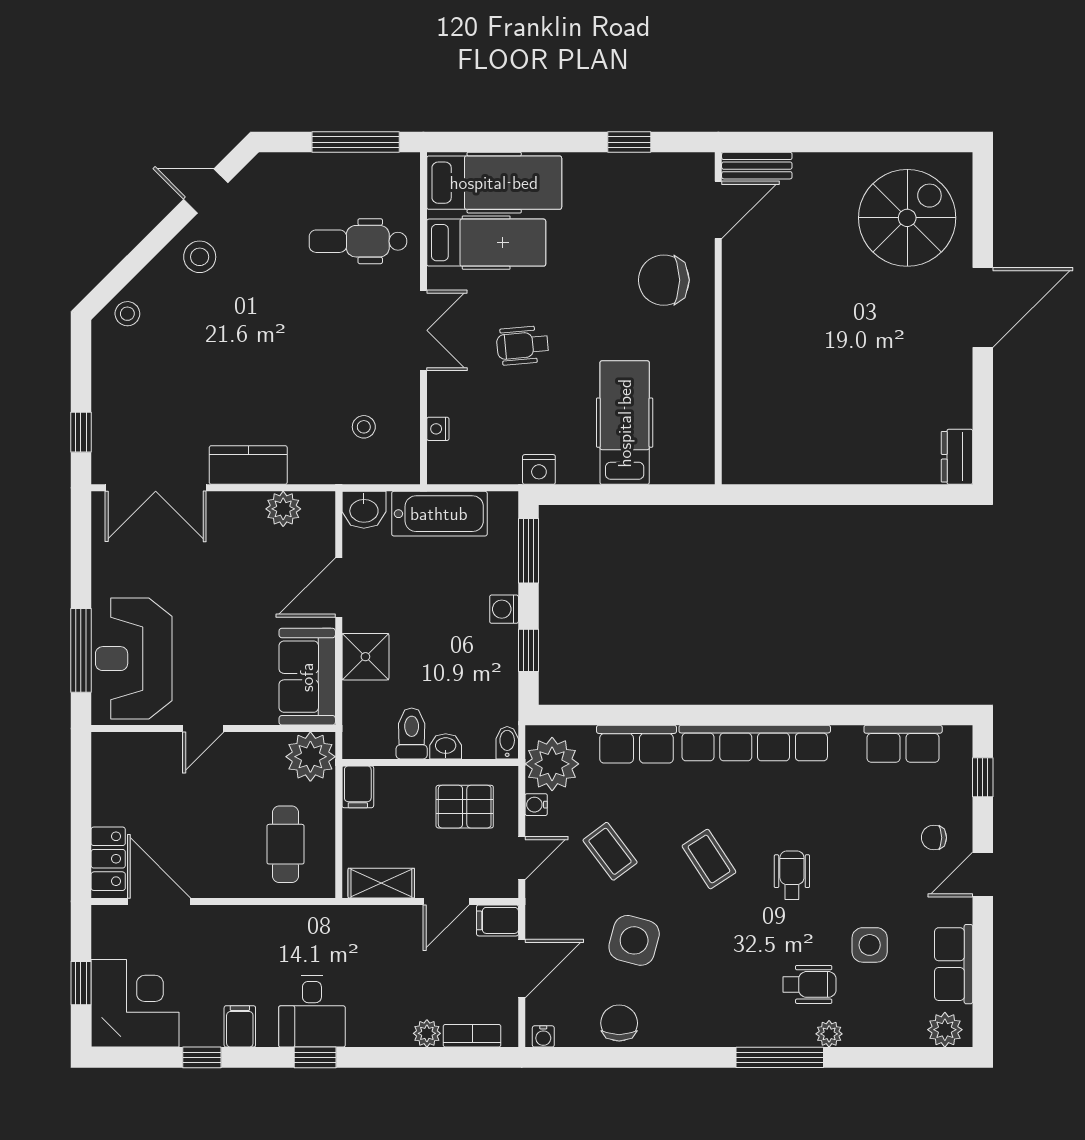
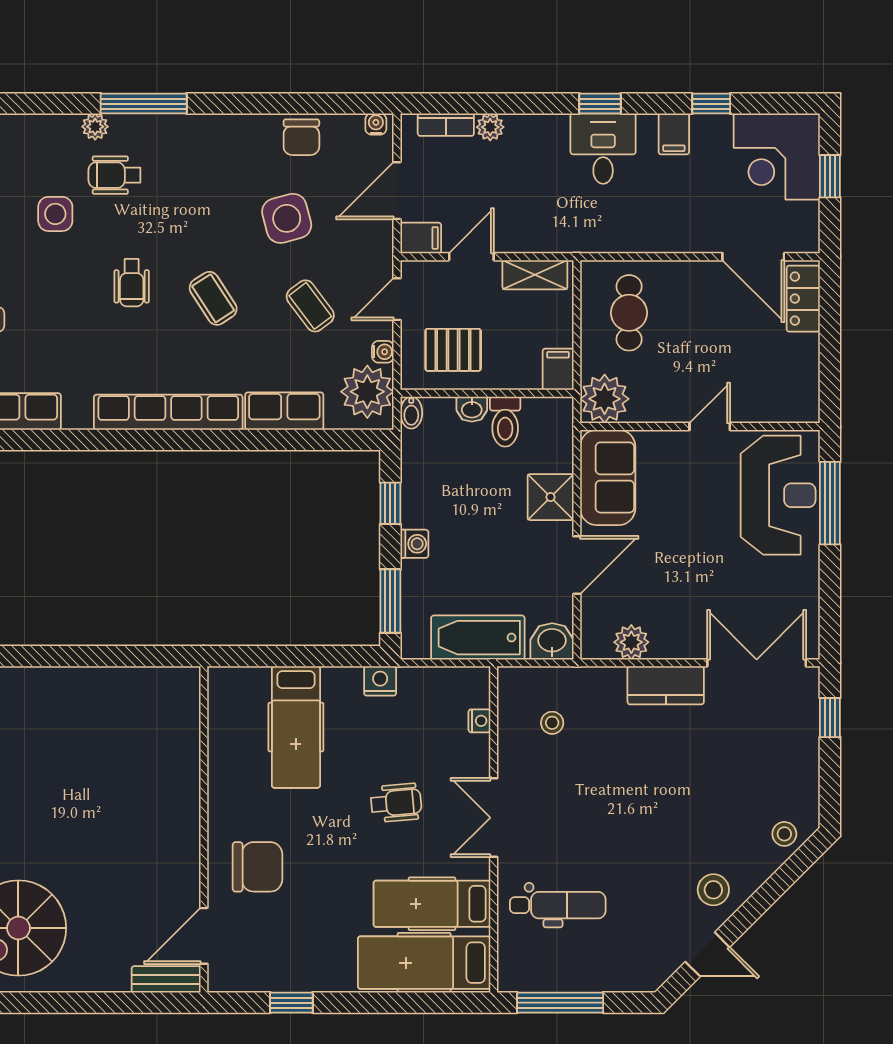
side table: (634, 940) -> (287, 218), turned -30

